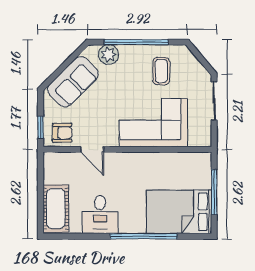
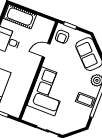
coffee table: (161, 71) -> (85, 100), moved

